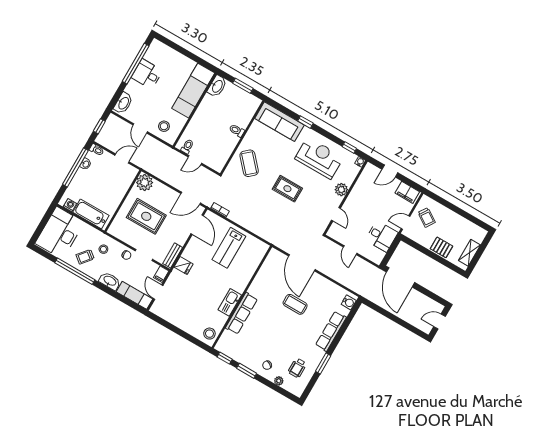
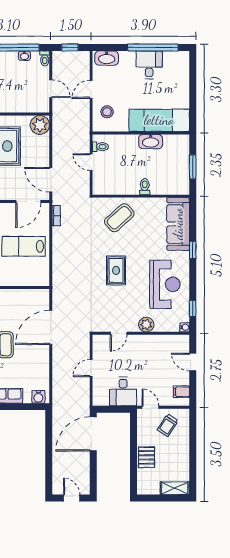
washbasin: (217, 86) -> (151, 142), moved
filing cabinet: (407, 192) -> (181, 392), width x0.50
shelving: (469, 253) -> (175, 488), moved

